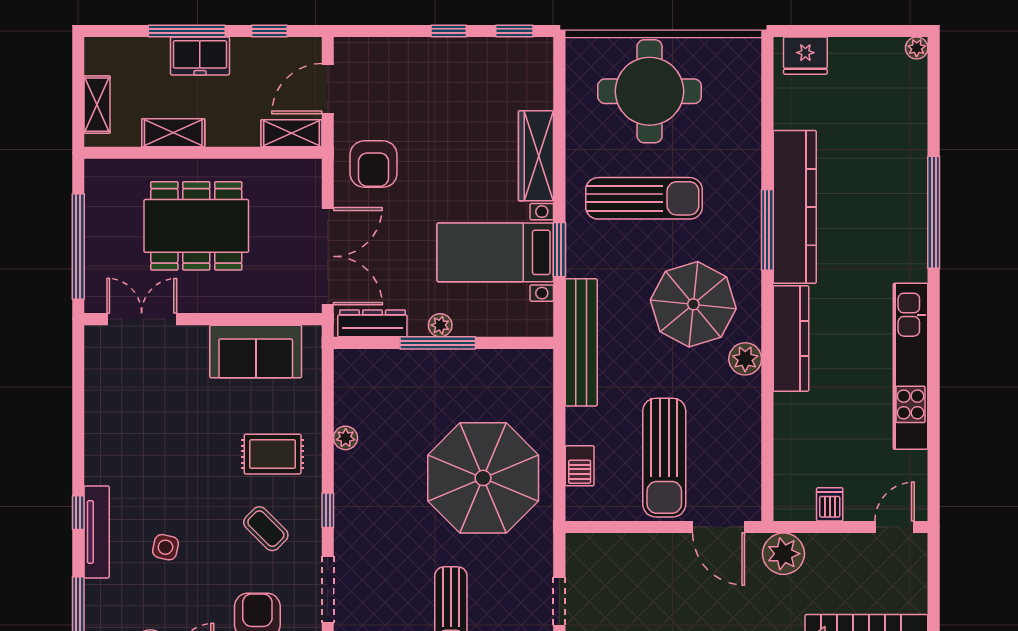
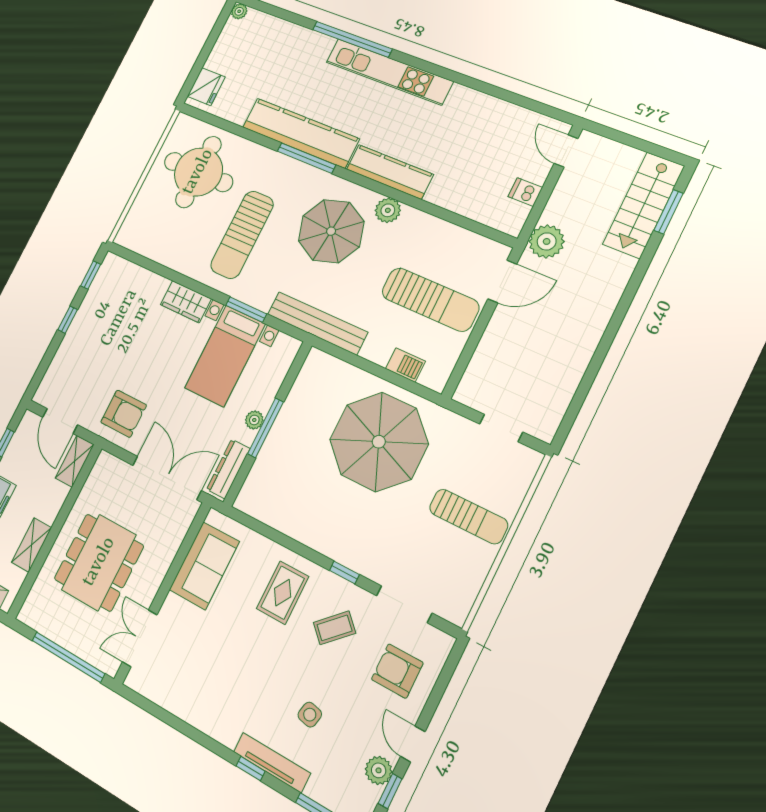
round table: (650, 91) -> (198, 172), moved
wardrobe: (536, 156) -> (186, 302), width x0.67
sun lounger: (644, 198) -> (242, 235), turned 180
kitchen unit: (911, 366) -> (389, 72), moved
plant: (346, 438) -> (298, 531), removed

